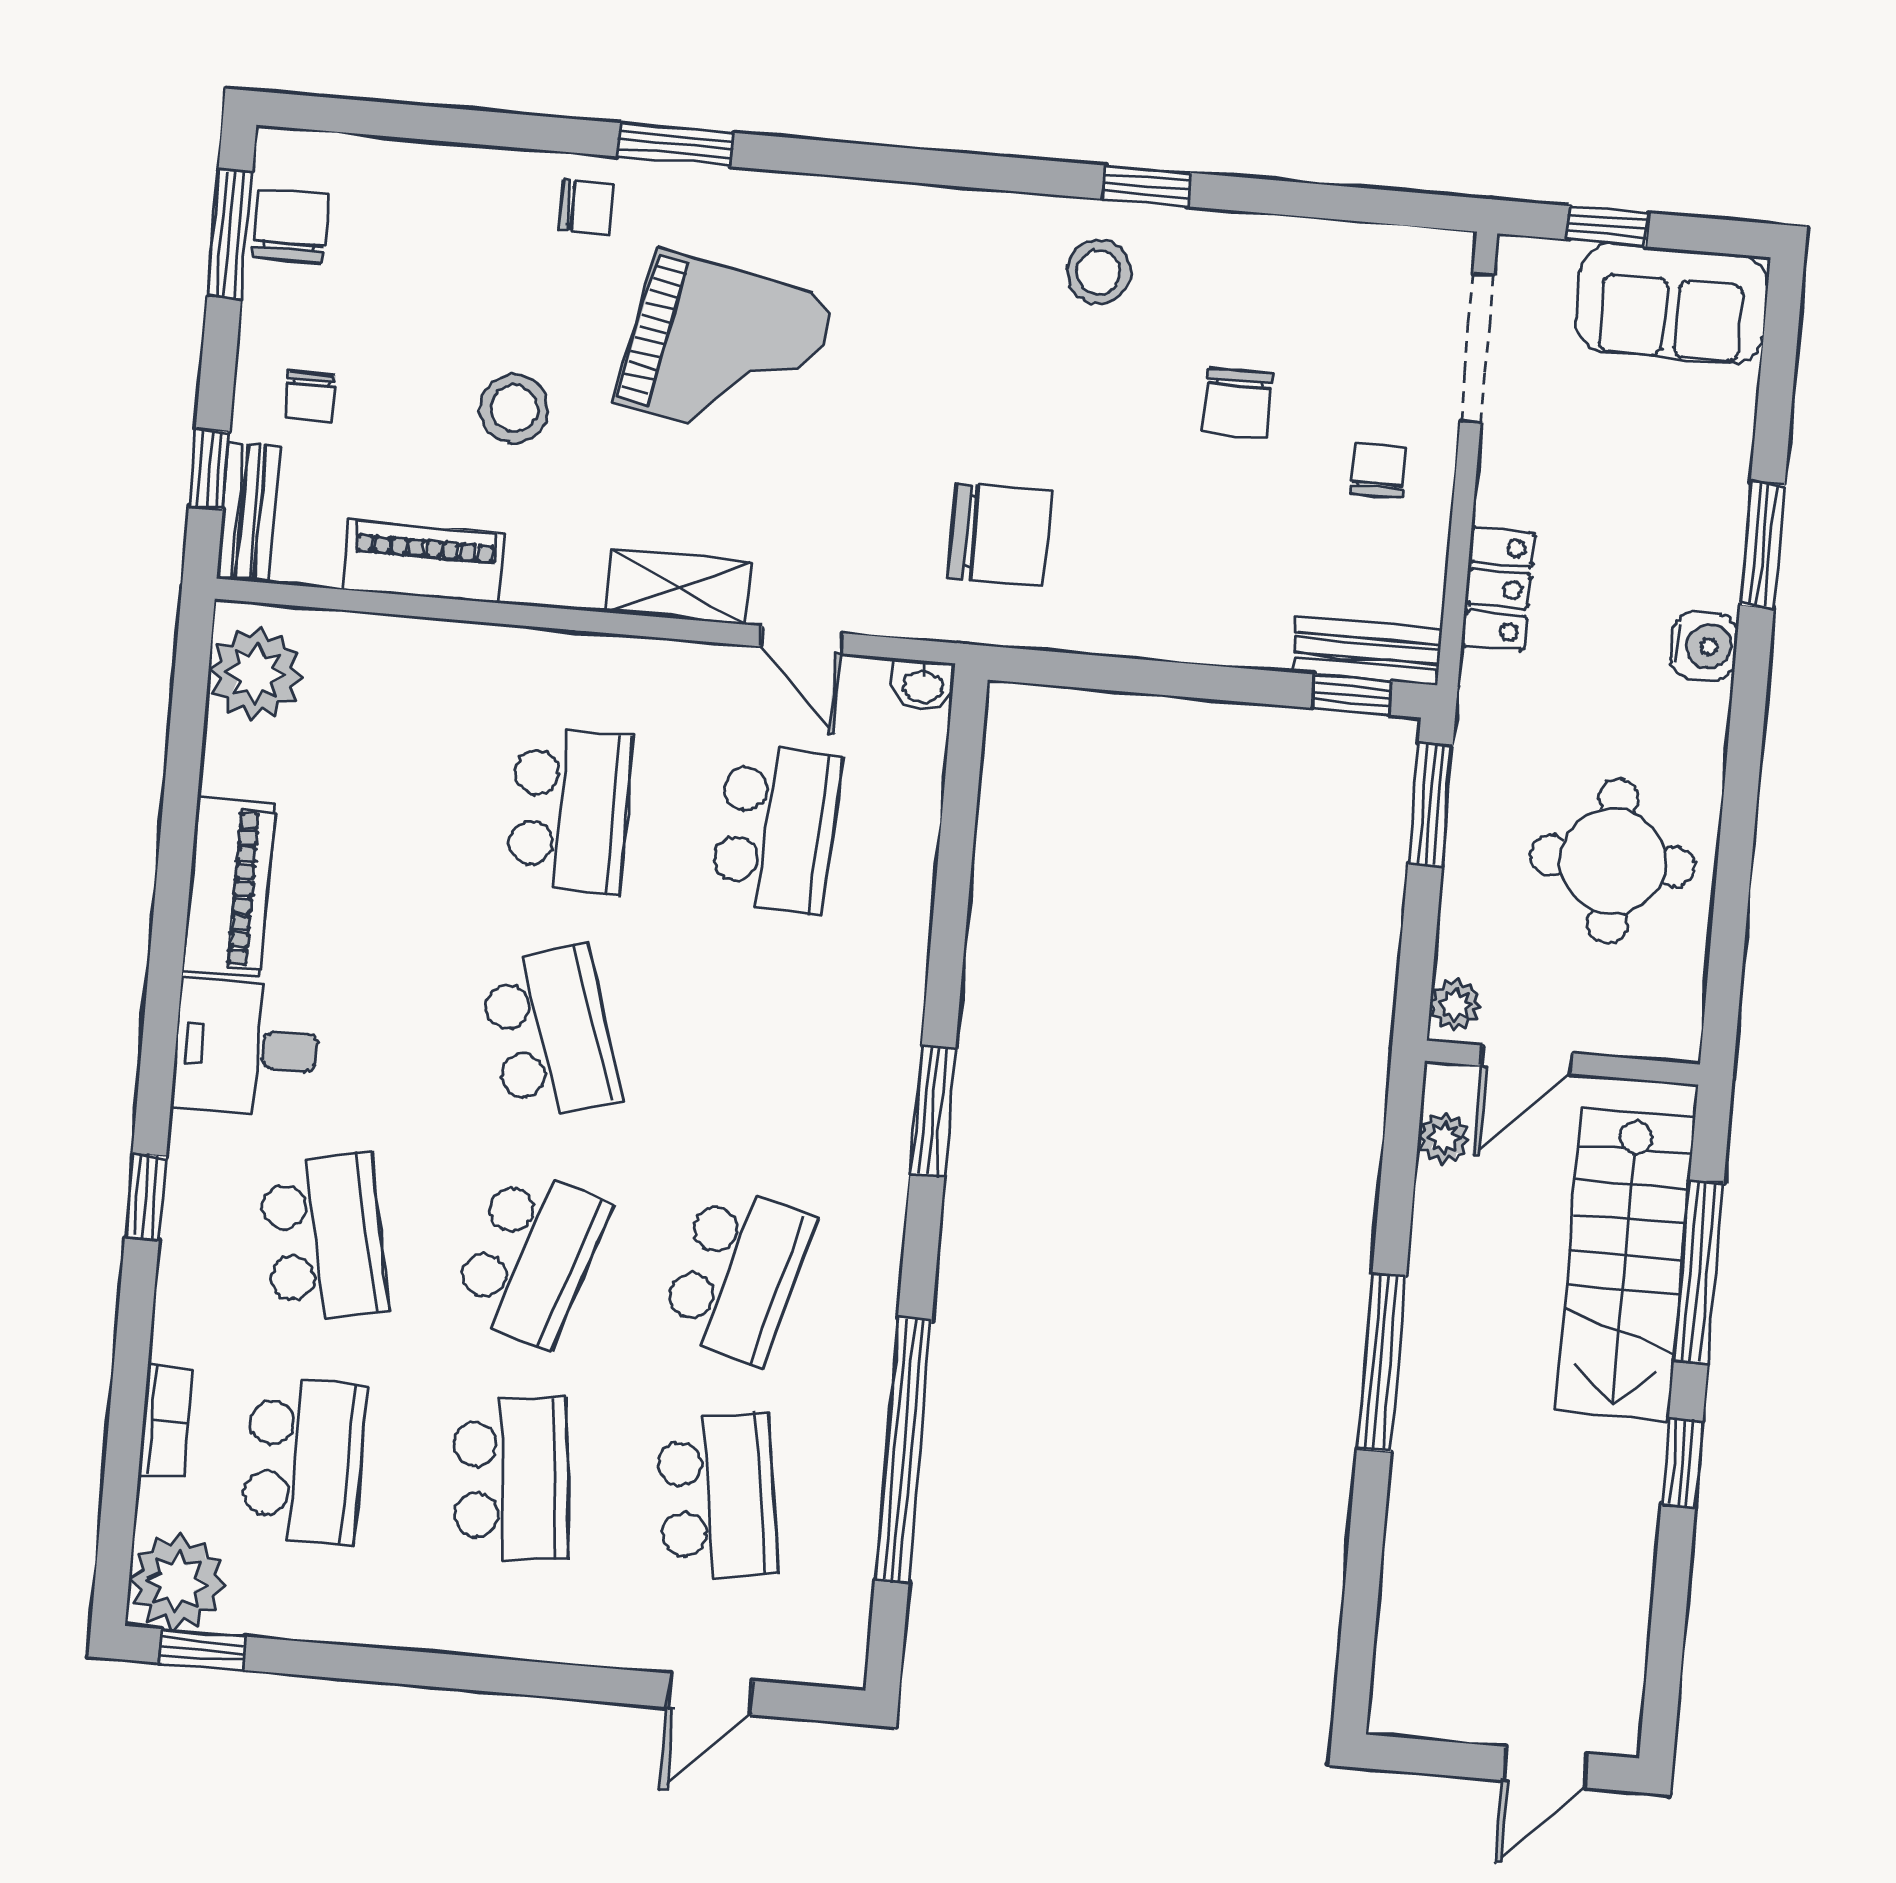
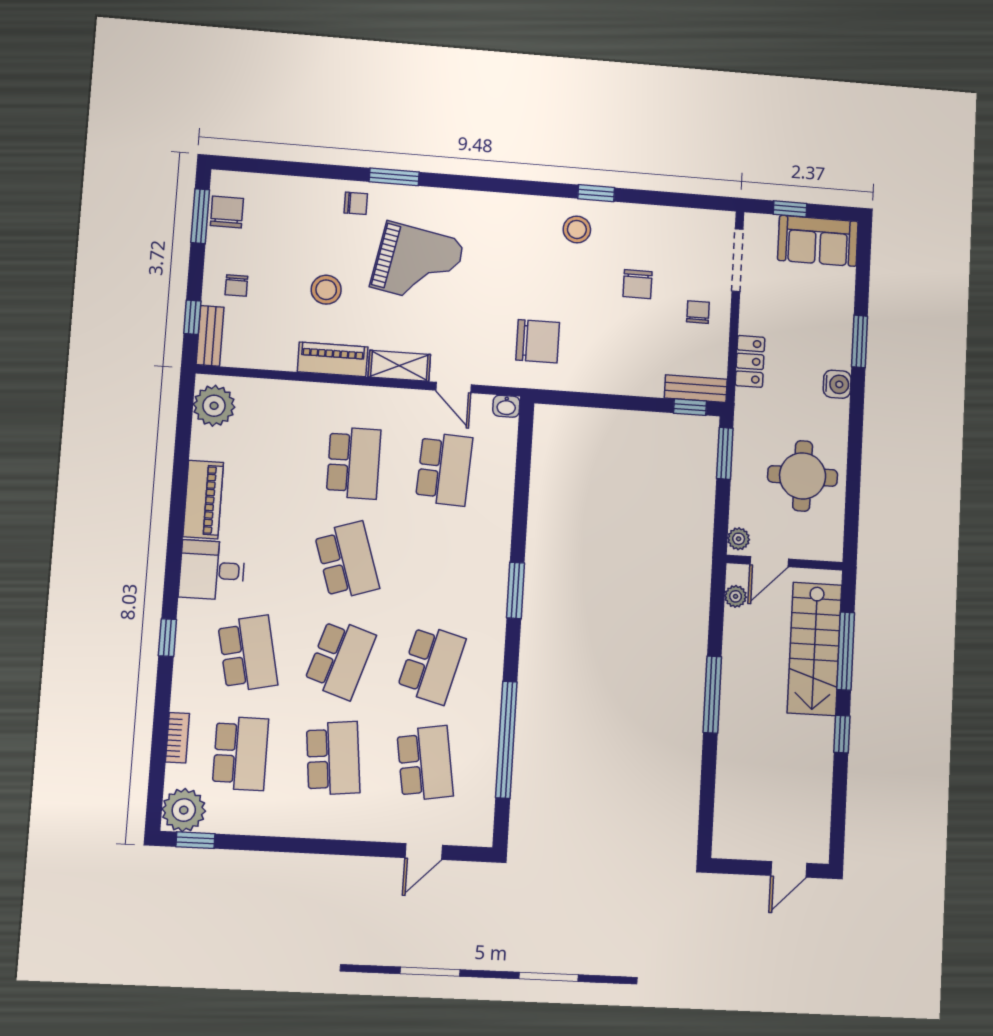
piano: (424, 562) -> (333, 359), moved

